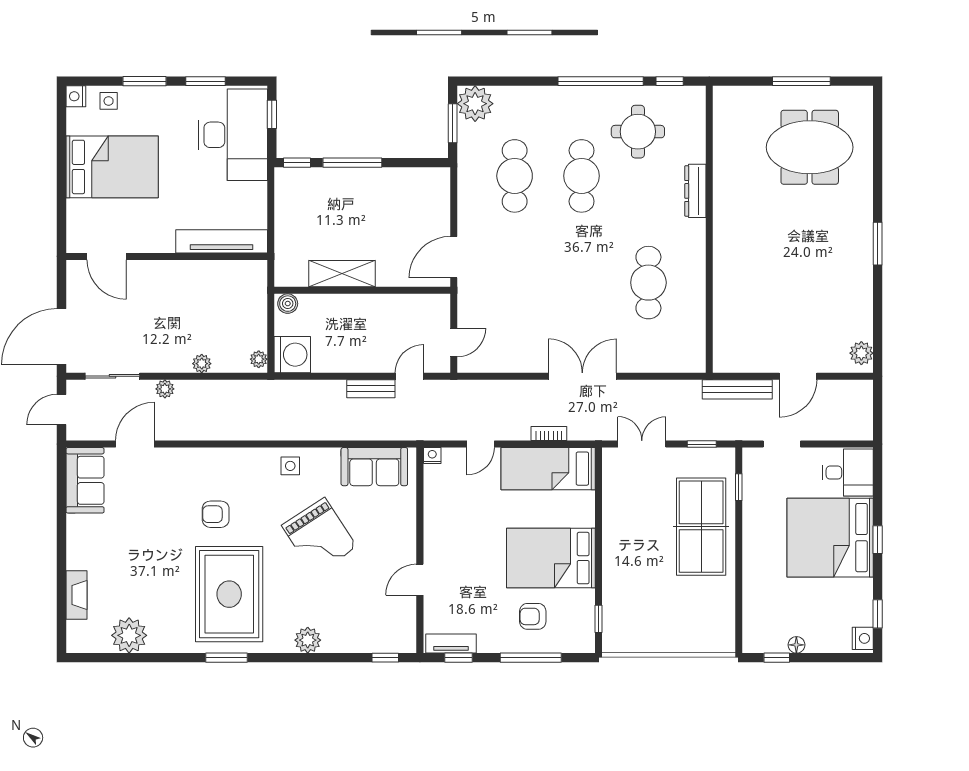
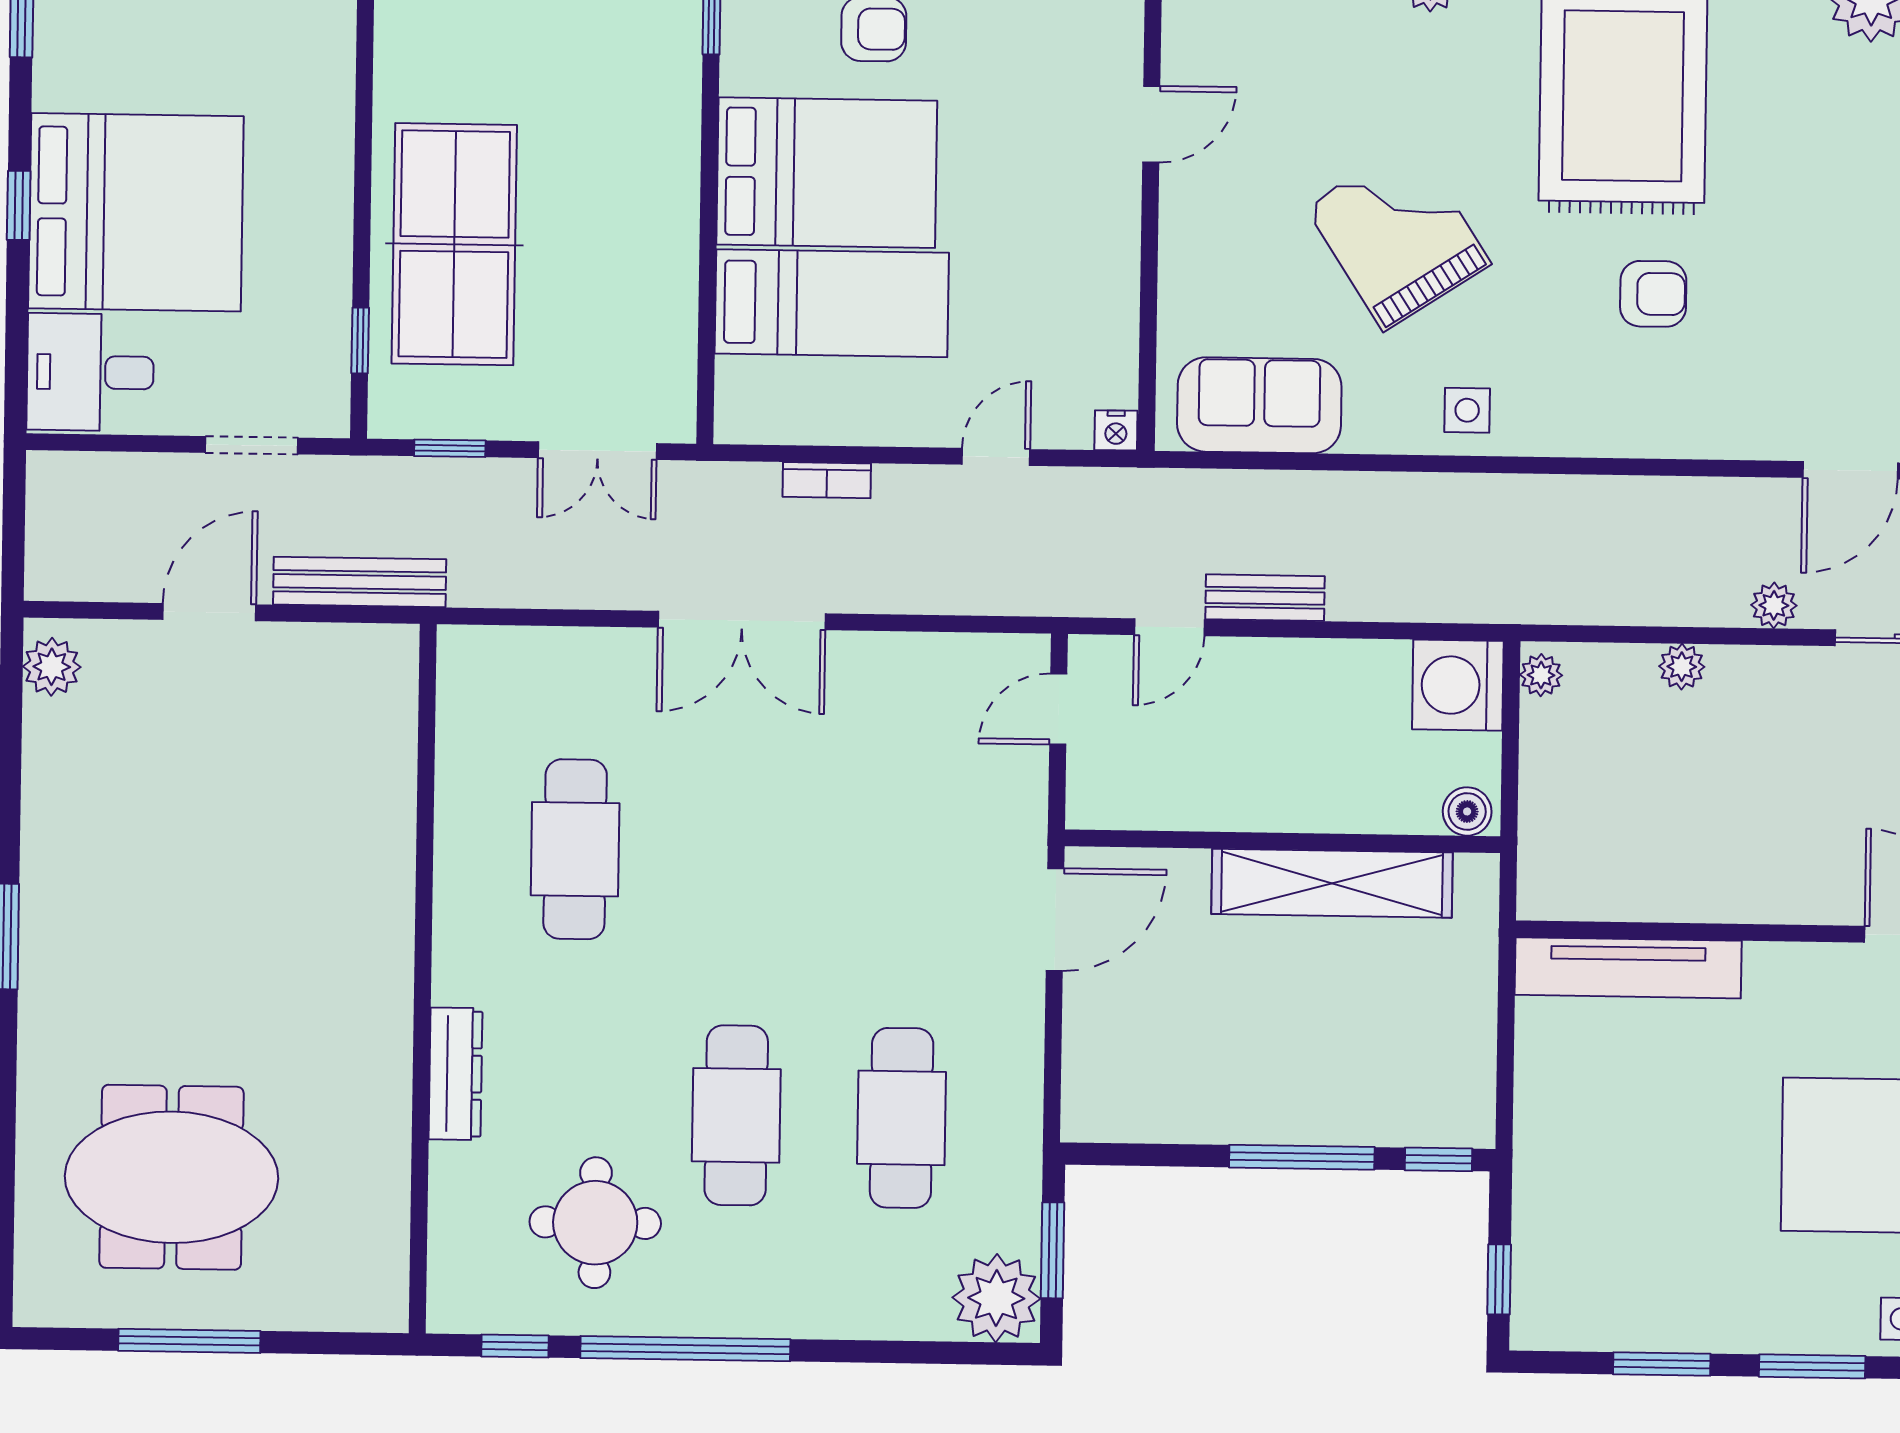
desk: (233, 135) -> (1596, 1230), removed
shelving: (342, 274) -> (1332, 883), width x1.47
bed: (548, 469) -> (832, 303), moved

